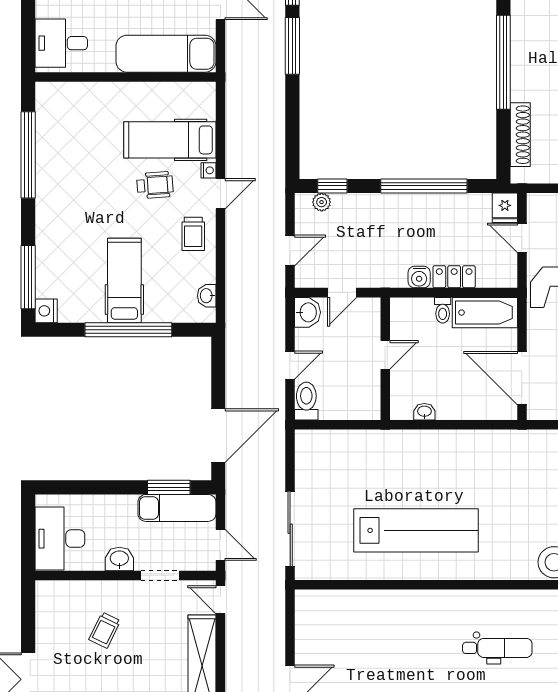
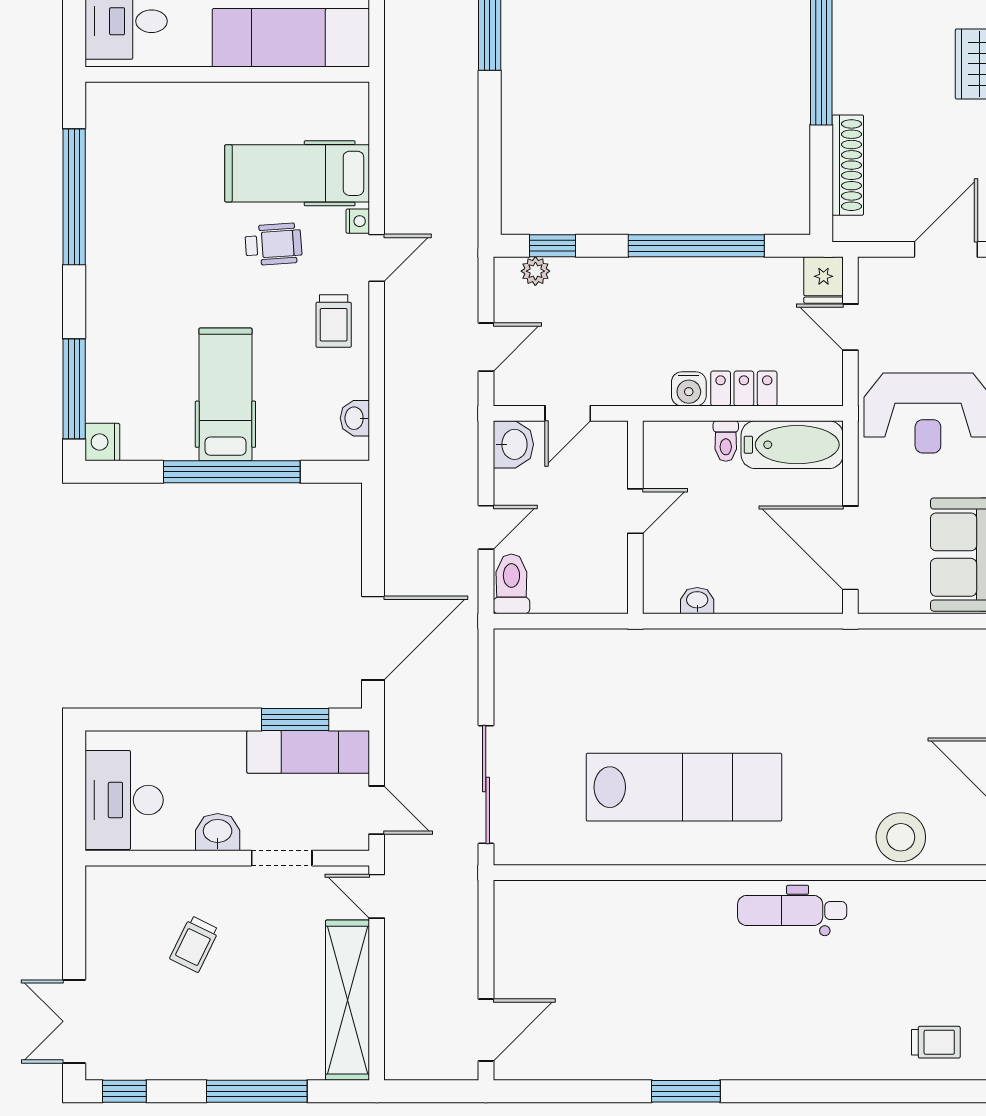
dental chair: (497, 648) -> (792, 910), moved, turned 180

